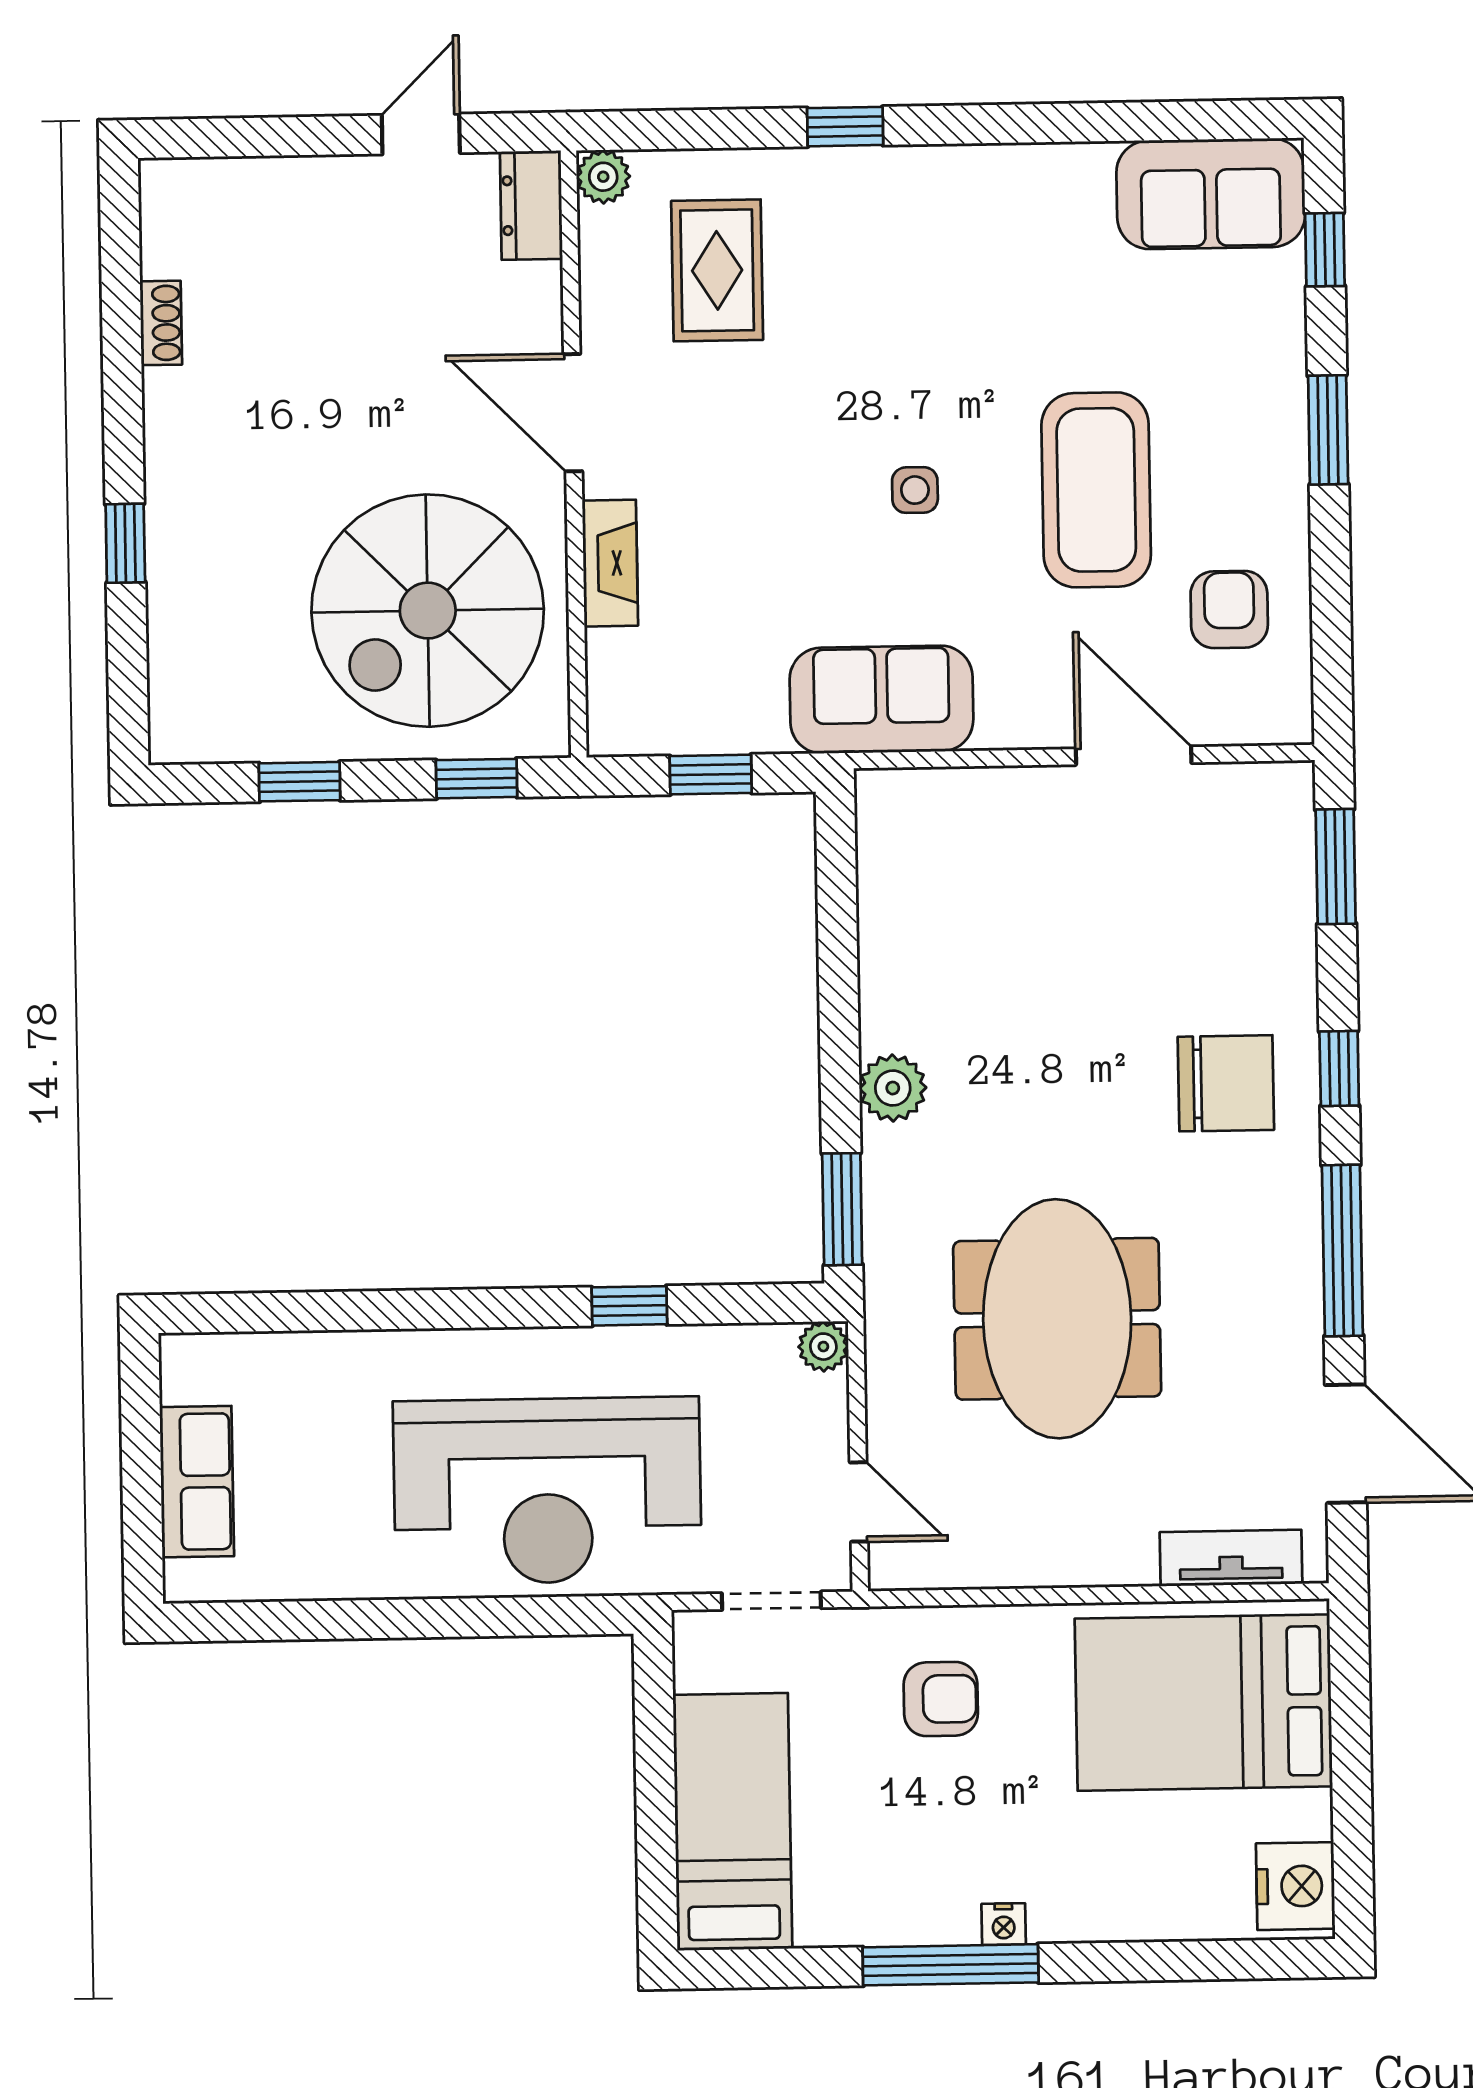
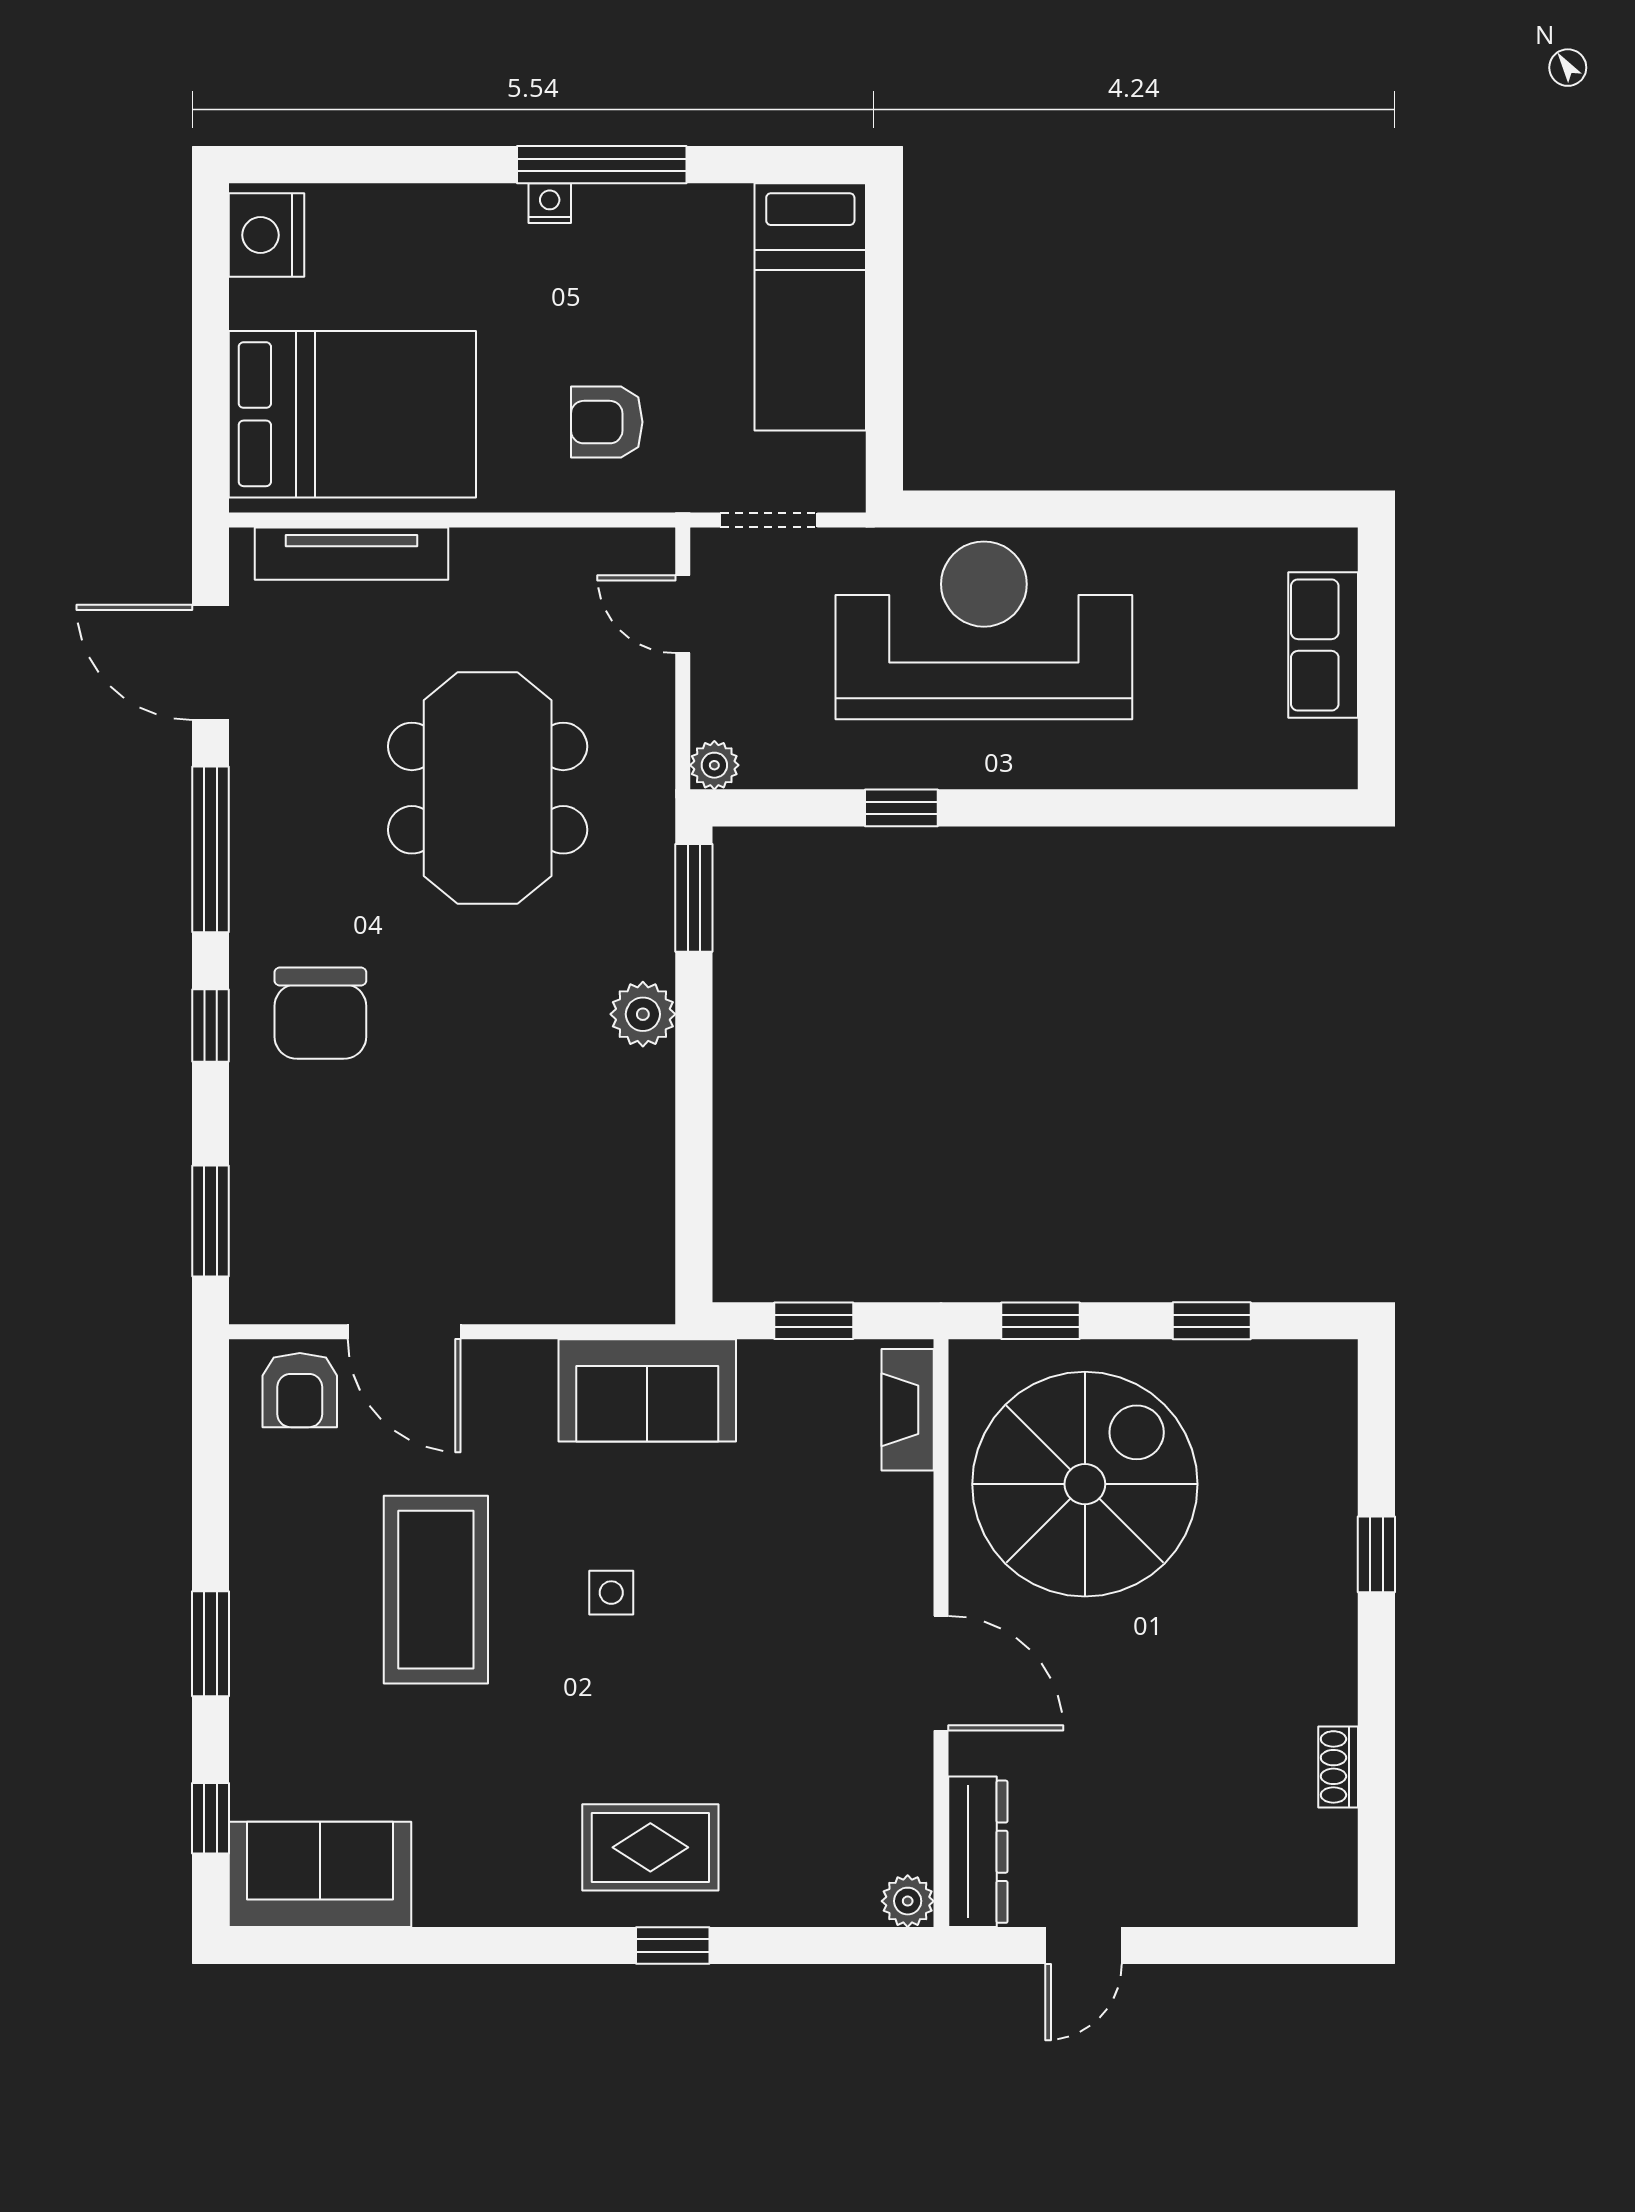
dresser: (531, 205) -> (978, 1852), width x1.44
rug: (717, 270) -> (650, 1847), moved, turned 90
fireplace: (610, 563) -> (908, 1410), moved
armchair: (1229, 609) -> (300, 1390), moved
chair: (1226, 1083) -> (320, 1013), turned -90
tv unit: (1231, 1558) -> (352, 554), width x1.41

